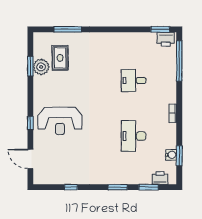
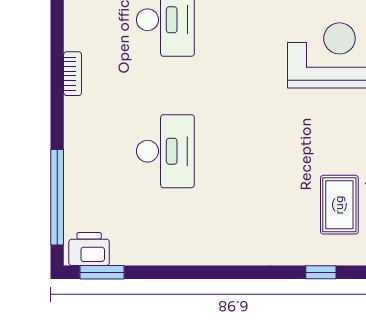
window: (68, 29) -> (321, 272), width x0.46
desk: (134, 80) -> (165, 151), width x1.37

